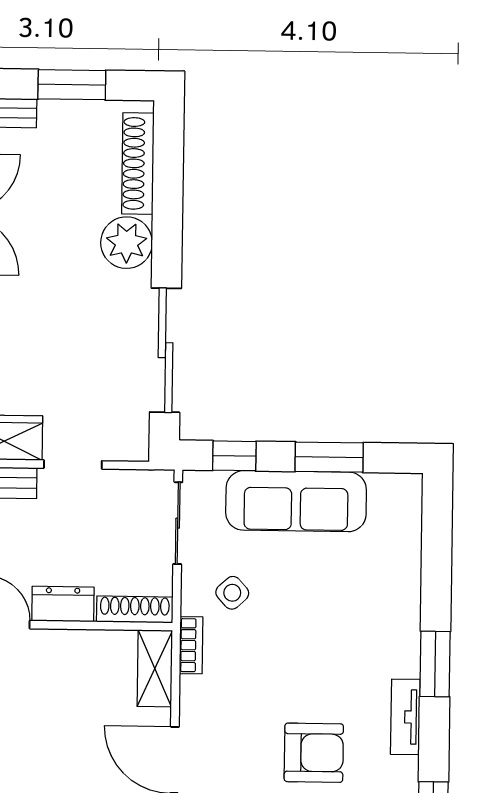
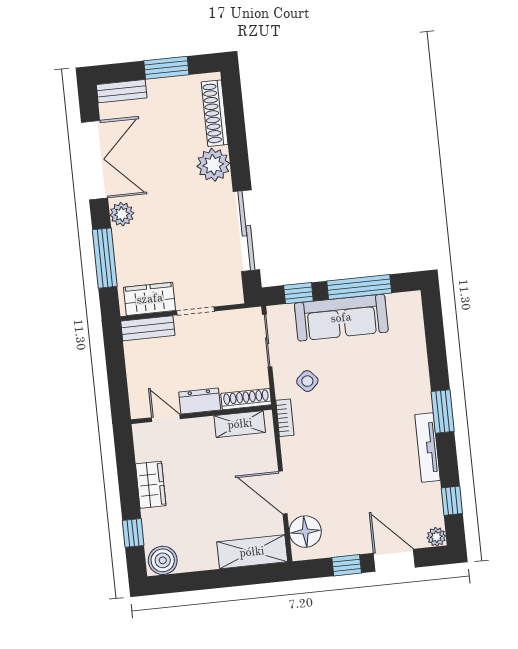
window: (329, 457) -> (359, 287), width x1.44
shelving: (155, 668) -> (240, 424), moved, turned 90
tv unit: (405, 717) -> (428, 448), width x1.41
armchair: (314, 753) -> (372, 477), removed

